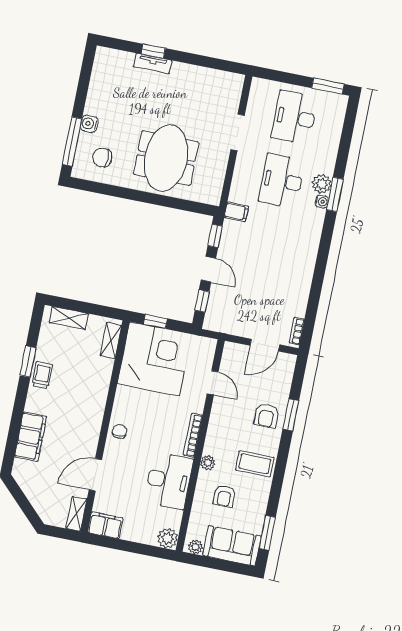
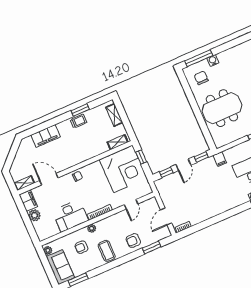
door: (265, 345) -> (166, 216), hinge flipped
window: (291, 415) -> (152, 247), moved
plant: (168, 538) -> (34, 215), moved

